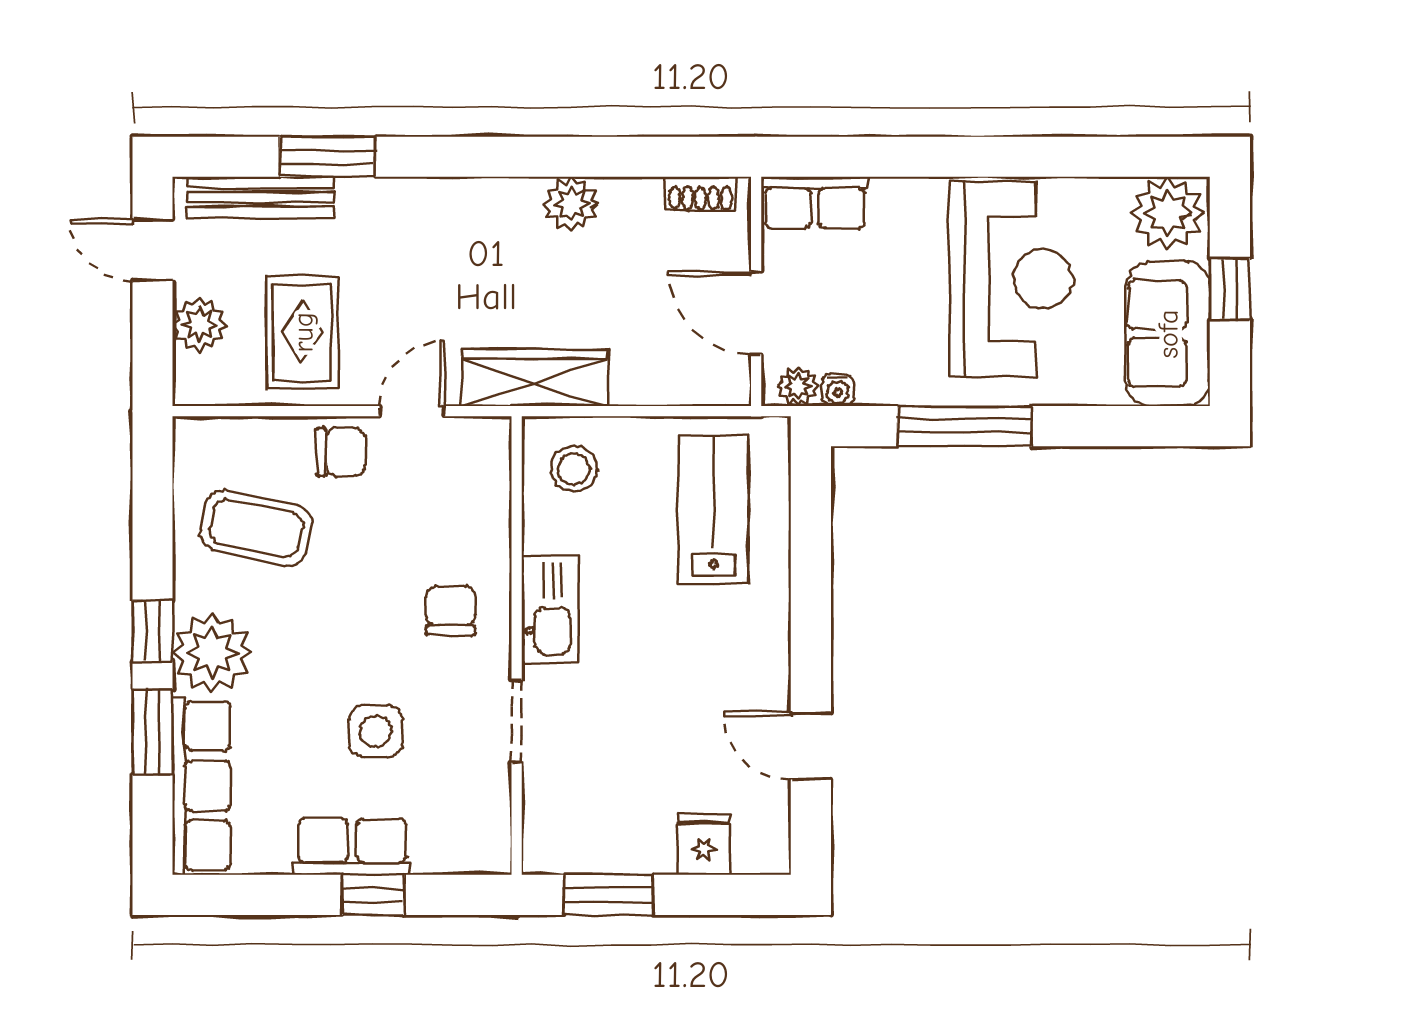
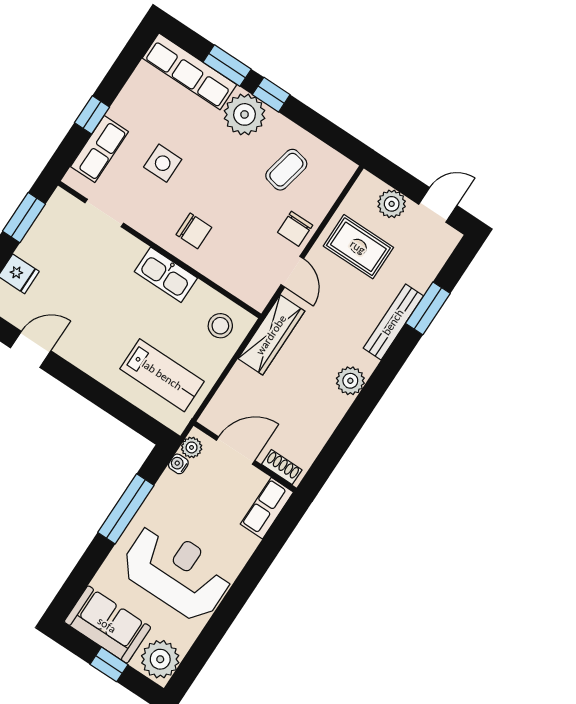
shoe rack: (701, 194) -> (282, 467), moved, turned 90
bench: (260, 197) -> (393, 322), moved
plant: (571, 204) -> (350, 381), moved
reception desk: (1011, 279) -> (177, 572), turned 180
coffee table: (256, 528) -> (286, 170), width x0.73, depth x0.77
doorway: (517, 721) -> (104, 213), moved
row of seats: (352, 847) -> (99, 149), moved

